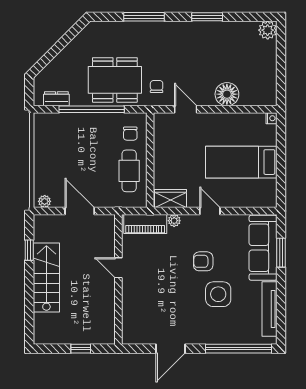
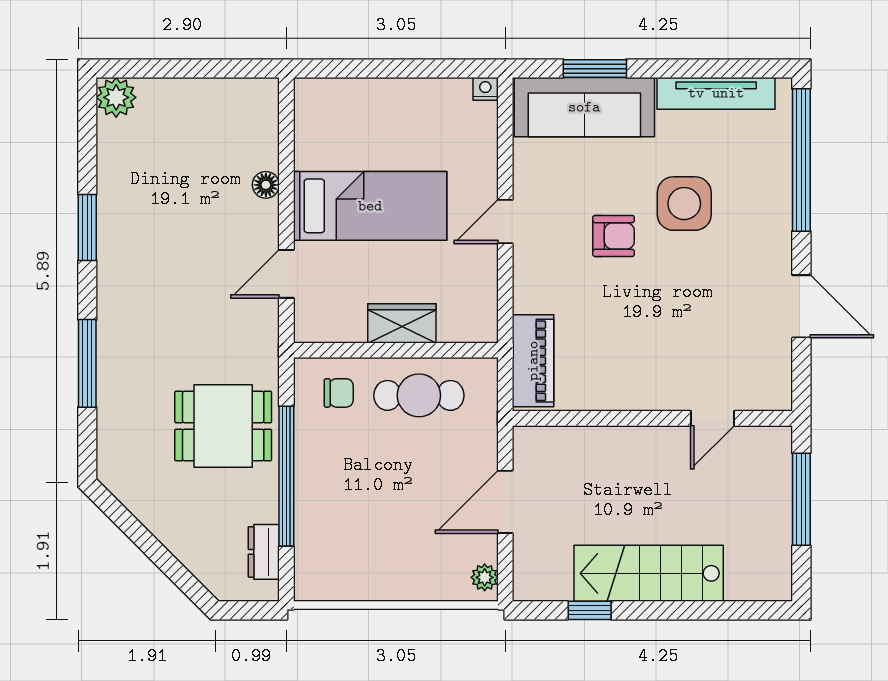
dining table: (115, 80) -> (223, 426), width x0.73
chair: (157, 87) -> (237, 336), removed
floor lamp: (227, 94) -> (266, 185), width x0.53, depth x0.53
nightstand: (272, 118) -> (485, 89), moved
bed: (241, 162) -> (370, 206), moved, turned -90
wardrobe: (171, 199) -> (402, 323), moved, turned 90
plant: (174, 221) -> (526, 298), removed
armchair: (203, 261) -> (614, 236), turned -90
door: (118, 268) -> (712, 418), moved
window: (81, 349) -> (801, 499), width x2.17

